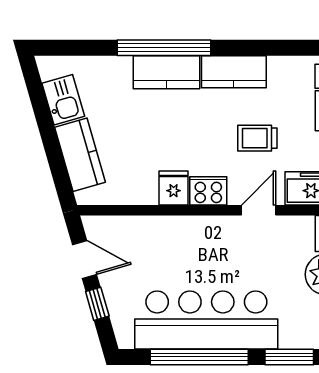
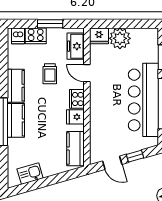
kitchen counter: (80, 155) -> (76, 149), moved, turned -74
door: (85, 259) -> (112, 163), swing flipped

